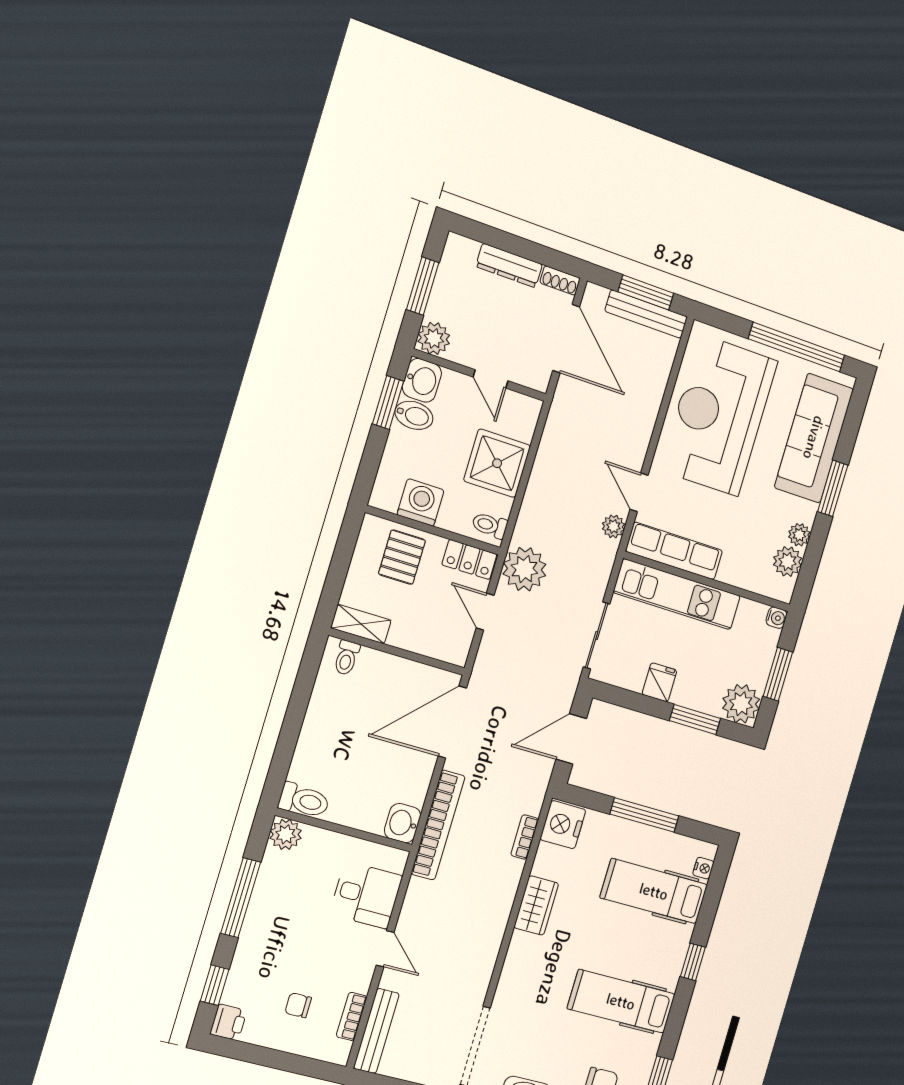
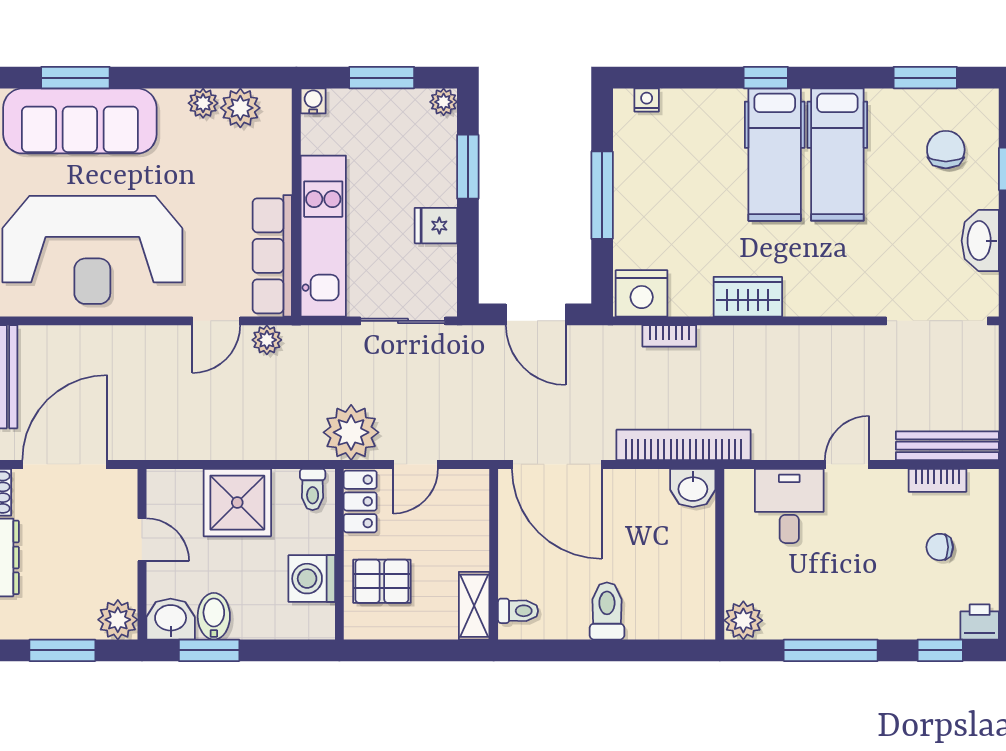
door: (491, 379) -> (142, 540), hinge flipped
window: (833, 488) -> (75, 78), moved
plant: (741, 704) -> (444, 102), width x0.53, depth x0.53
toilet: (304, 801) -> (607, 611), moved
hospital bed: (654, 891) -> (775, 155), moved
chair: (298, 1005) -> (940, 547), turned 90

